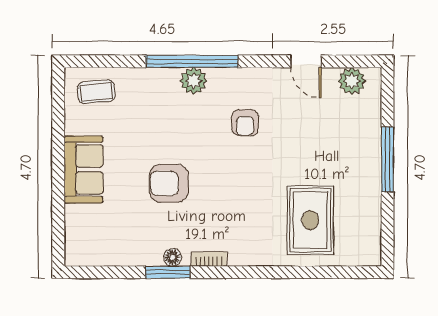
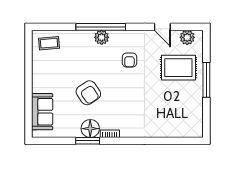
sofa: (84, 169) -> (42, 112), moved
armchair: (169, 183) -> (88, 93), turned -124
rug: (310, 220) -> (178, 68), moved, turned 90
floor lamp: (173, 257) -> (90, 129), width x1.89, depth x1.89

